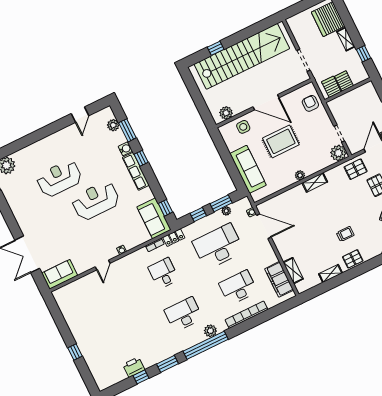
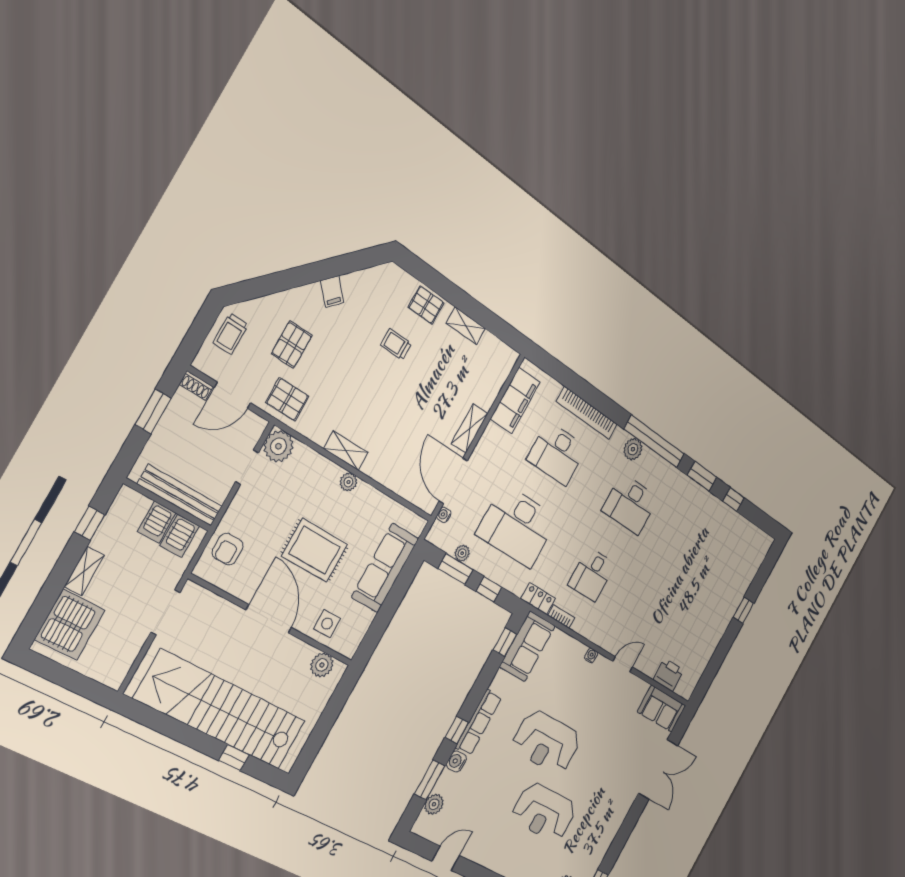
bench: (348, 98) -> (180, 495), added
shelving: (293, 271) -> (470, 429), moved
printer: (134, 367) -> (668, 675), moved, turned 180

